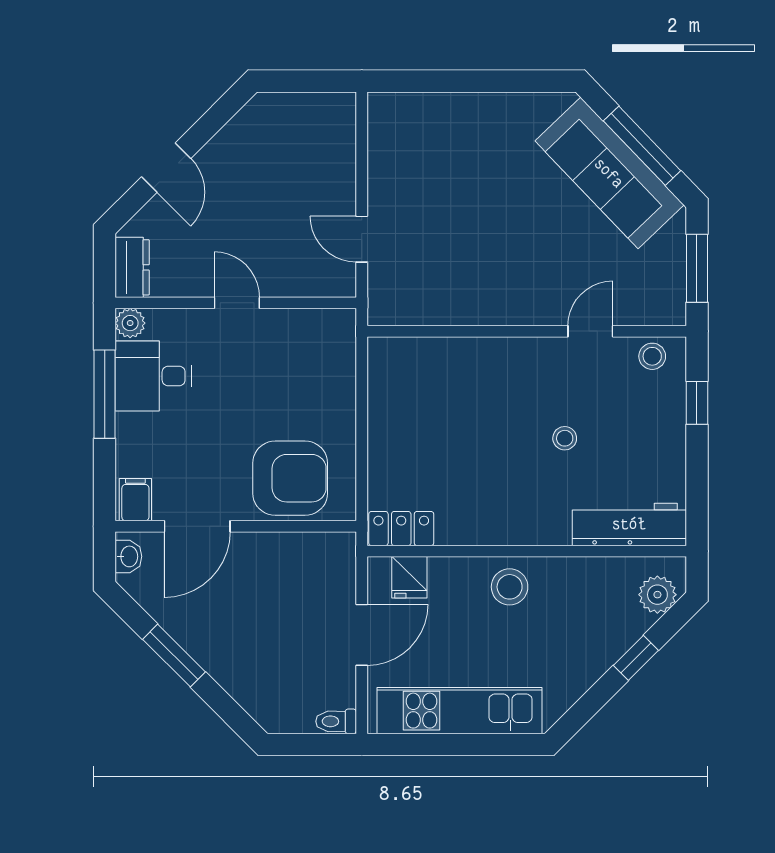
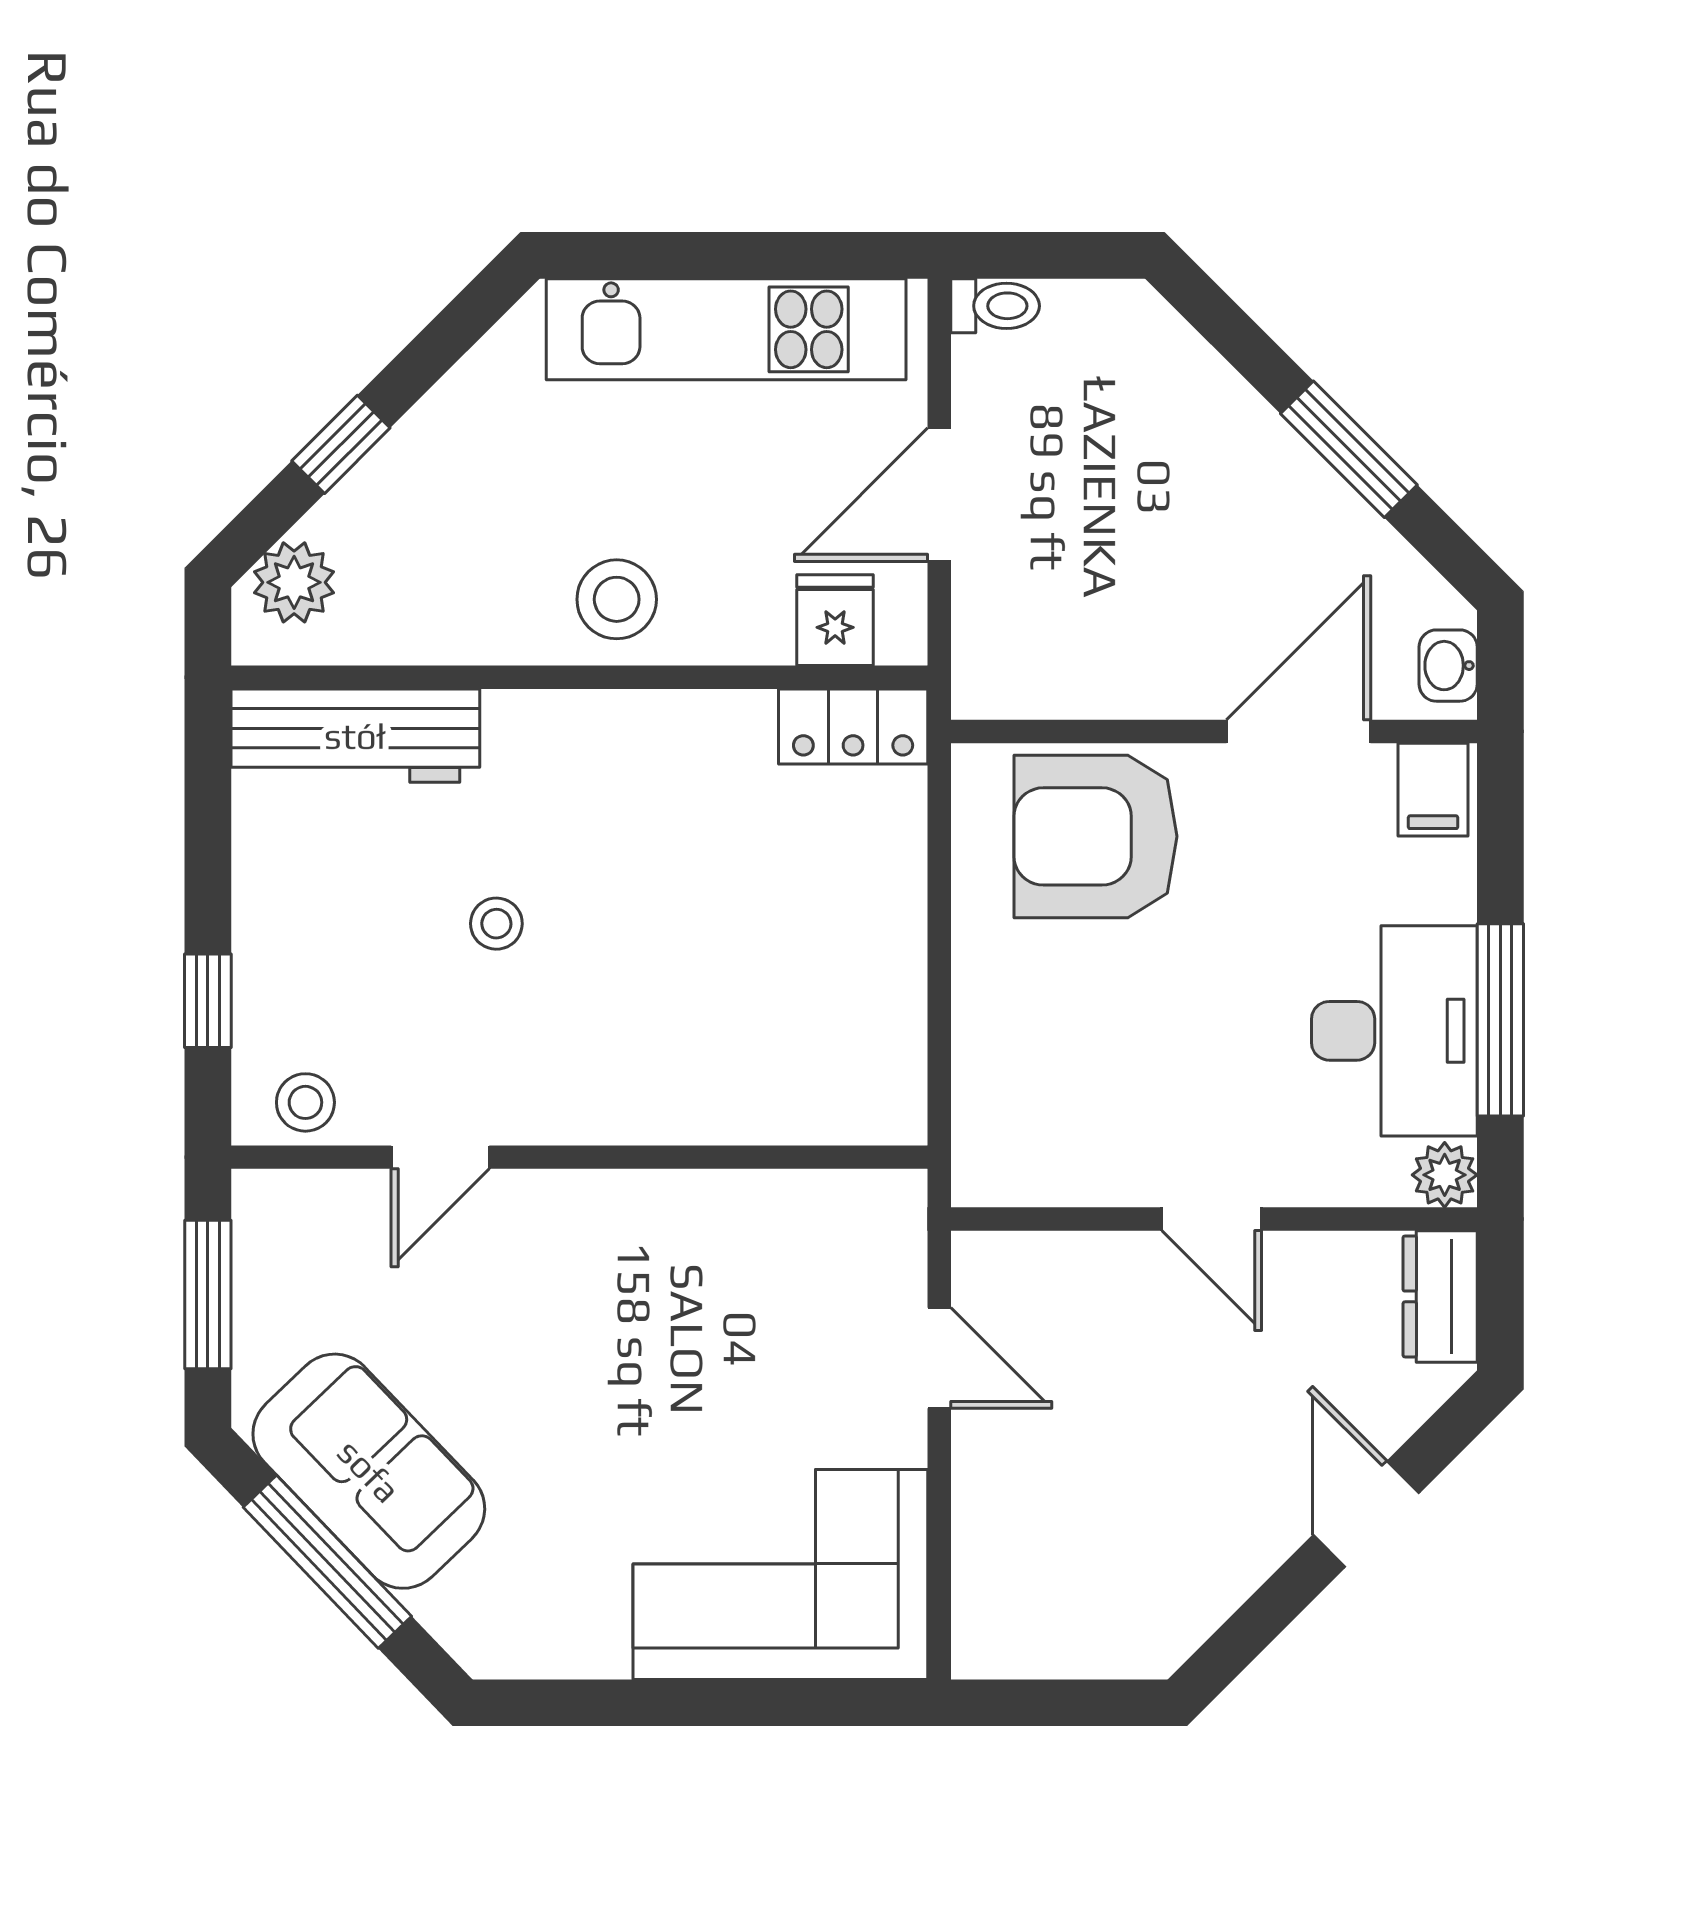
corner sofa: (435, 140) -> (780, 1574), added
sofa: (609, 173) -> (369, 1471), width x0.73
desk: (153, 376) -> (1394, 1031), width x1.37

